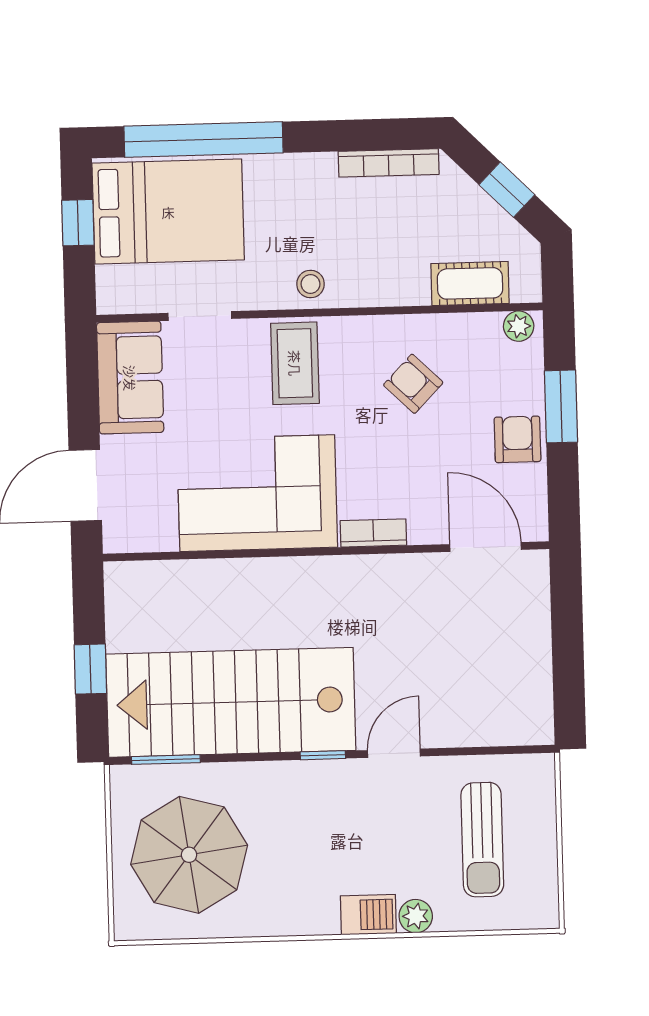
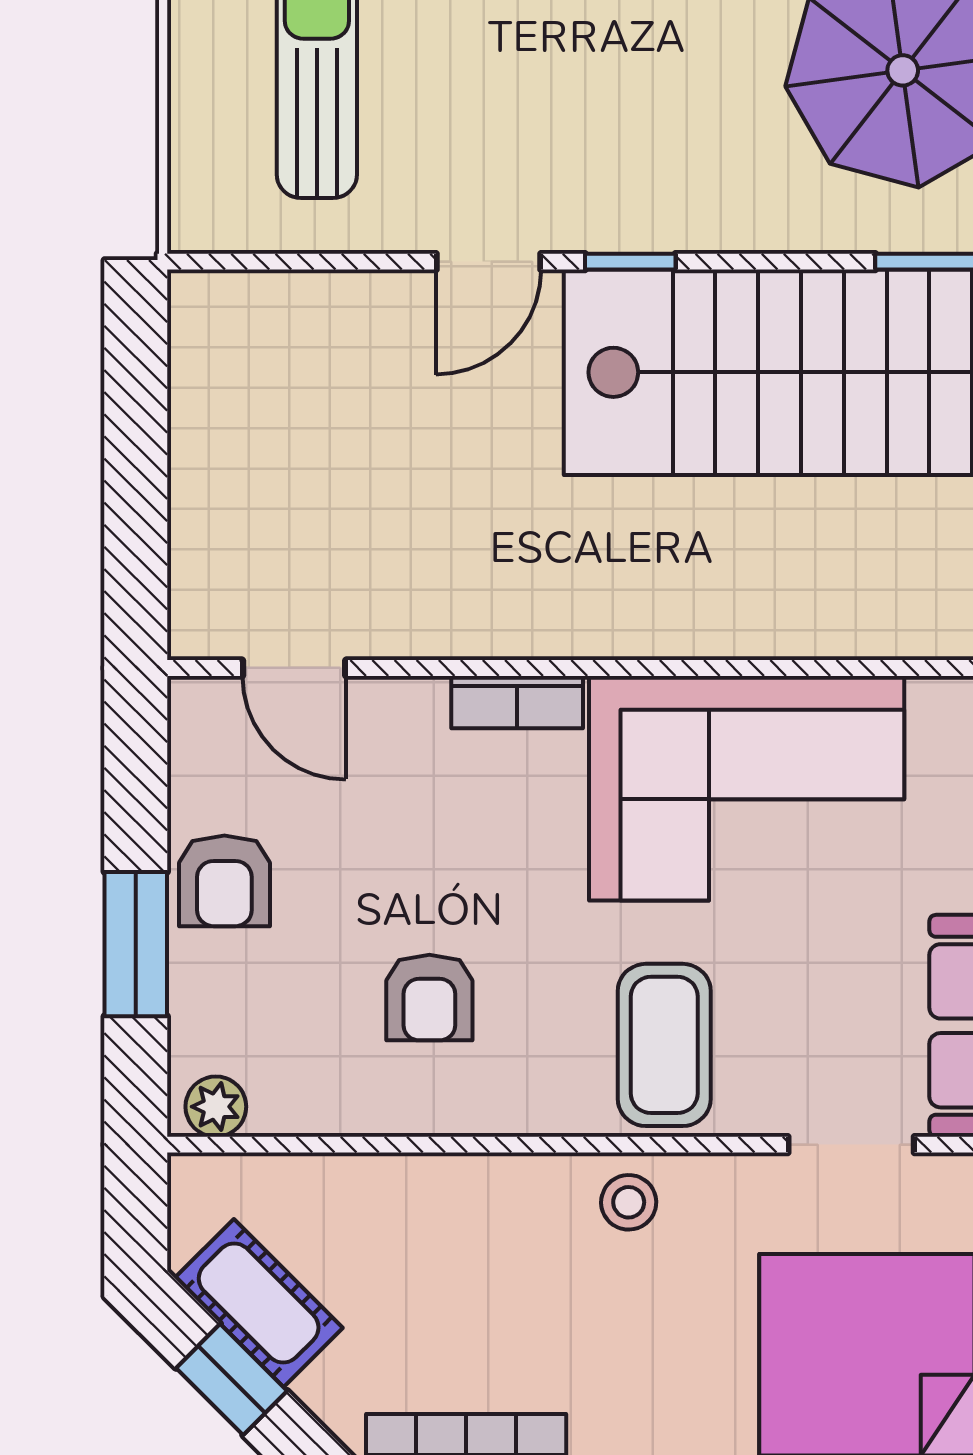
cot: (470, 283) -> (259, 1303), moved, turned 45
armchair: (413, 384) -> (429, 998), turned 46
door: (486, 547) -> (294, 668), width x0.73

